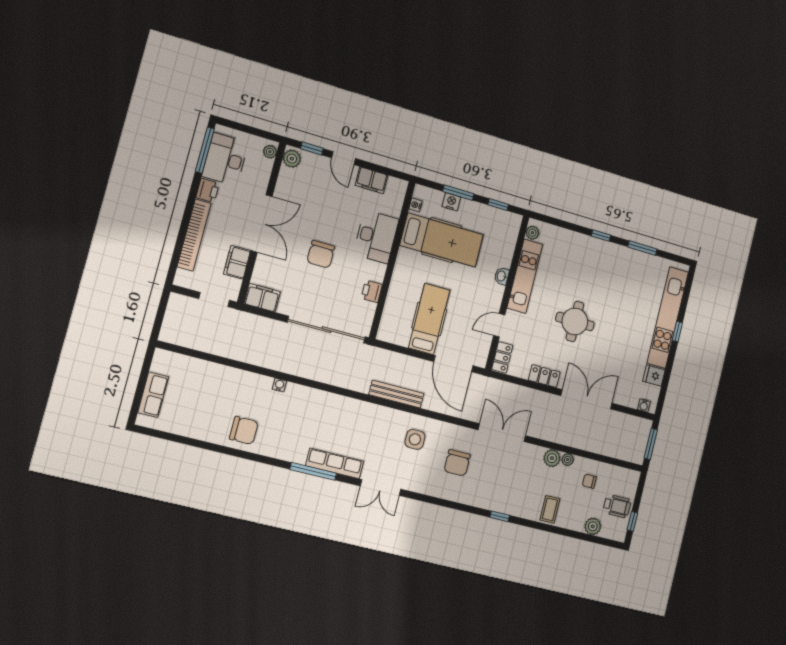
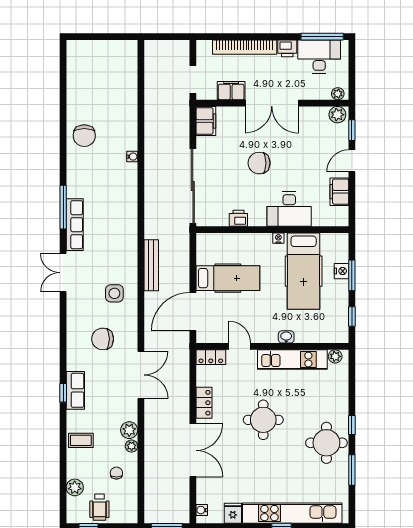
nightstand: (416, 205) -> (278, 238), moved
round table: (611, 265) -> (326, 443), added
row of seats: (153, 395) -> (75, 390), moved, turned -90

